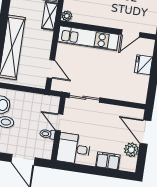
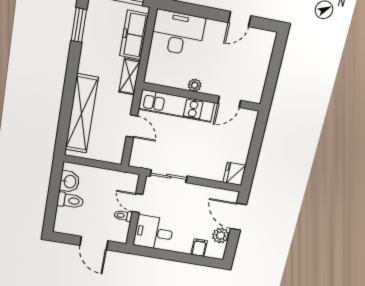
plant: (67, 16) -> (195, 85), moved
fridge: (143, 65) -> (234, 174), moved
door: (51, 69) -> (132, 126), moved
filing cabinet: (108, 161) -> (199, 248), width x0.50

